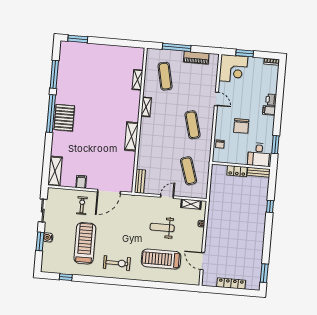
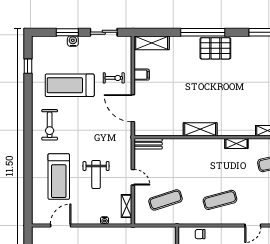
window: (51, 113) -> (203, 32), moved
weight bench: (162, 227) -> (96, 174), turned 180
treadmill: (85, 243) -> (70, 85), turned 180
treadmill: (161, 259) -> (59, 177), turned 180

